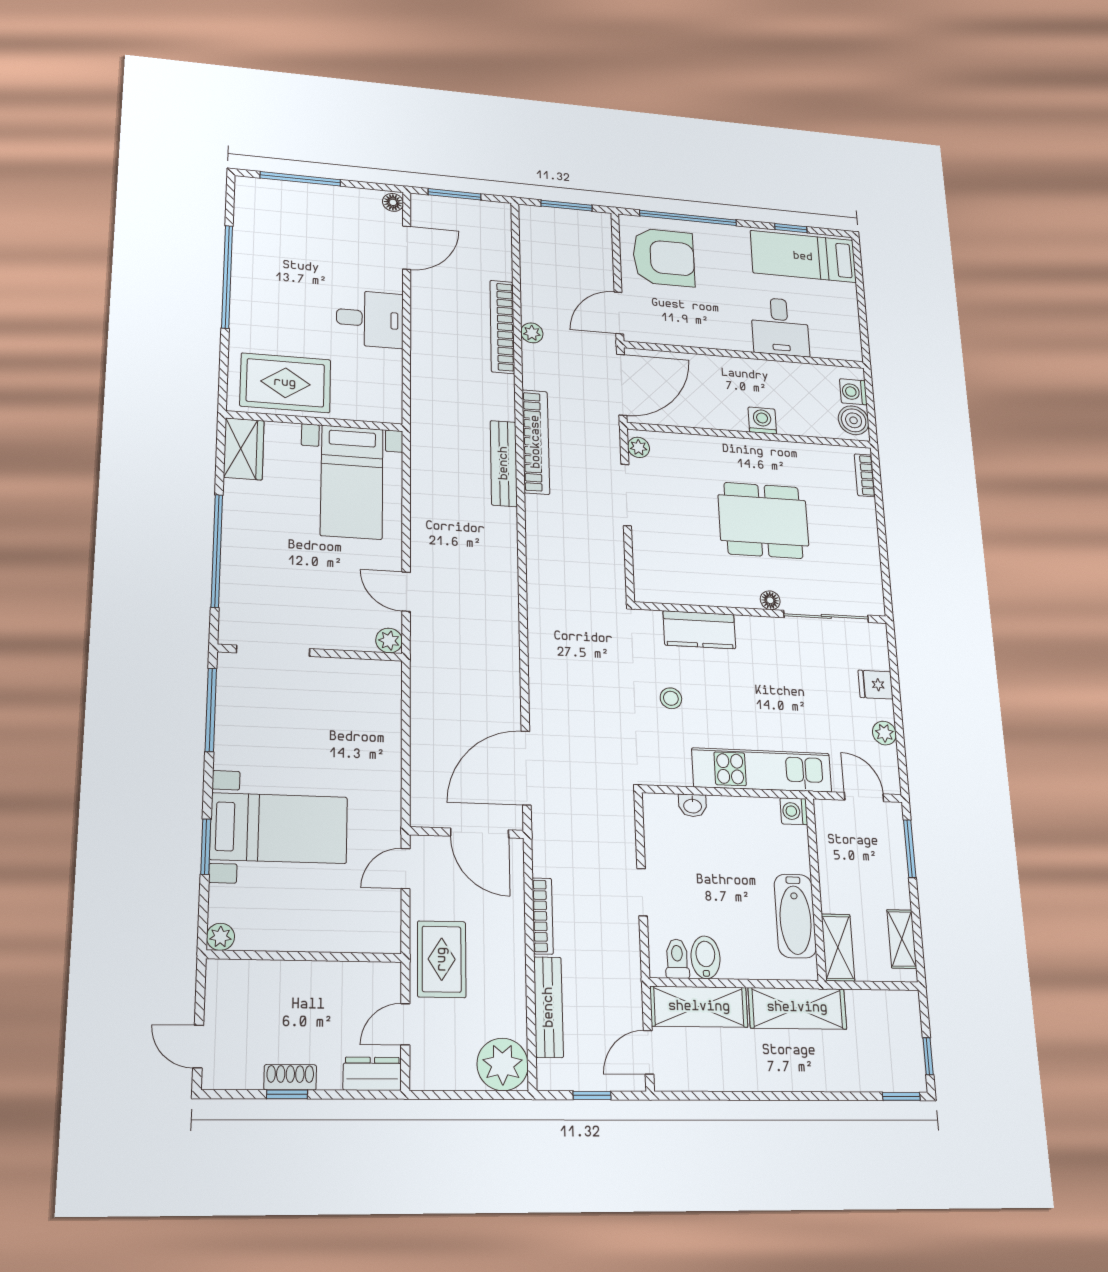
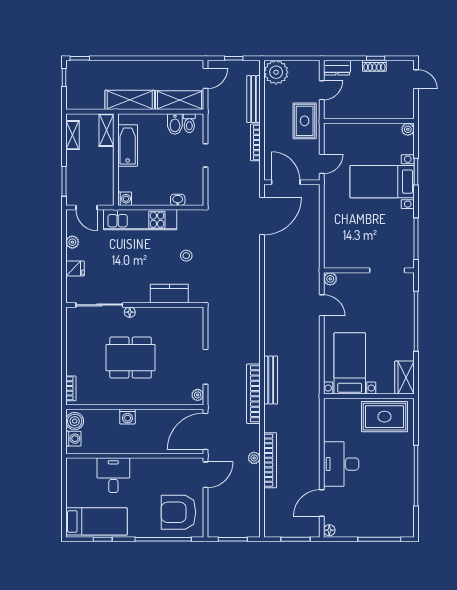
desk: (370, 319) -> (341, 464), width x1.37

